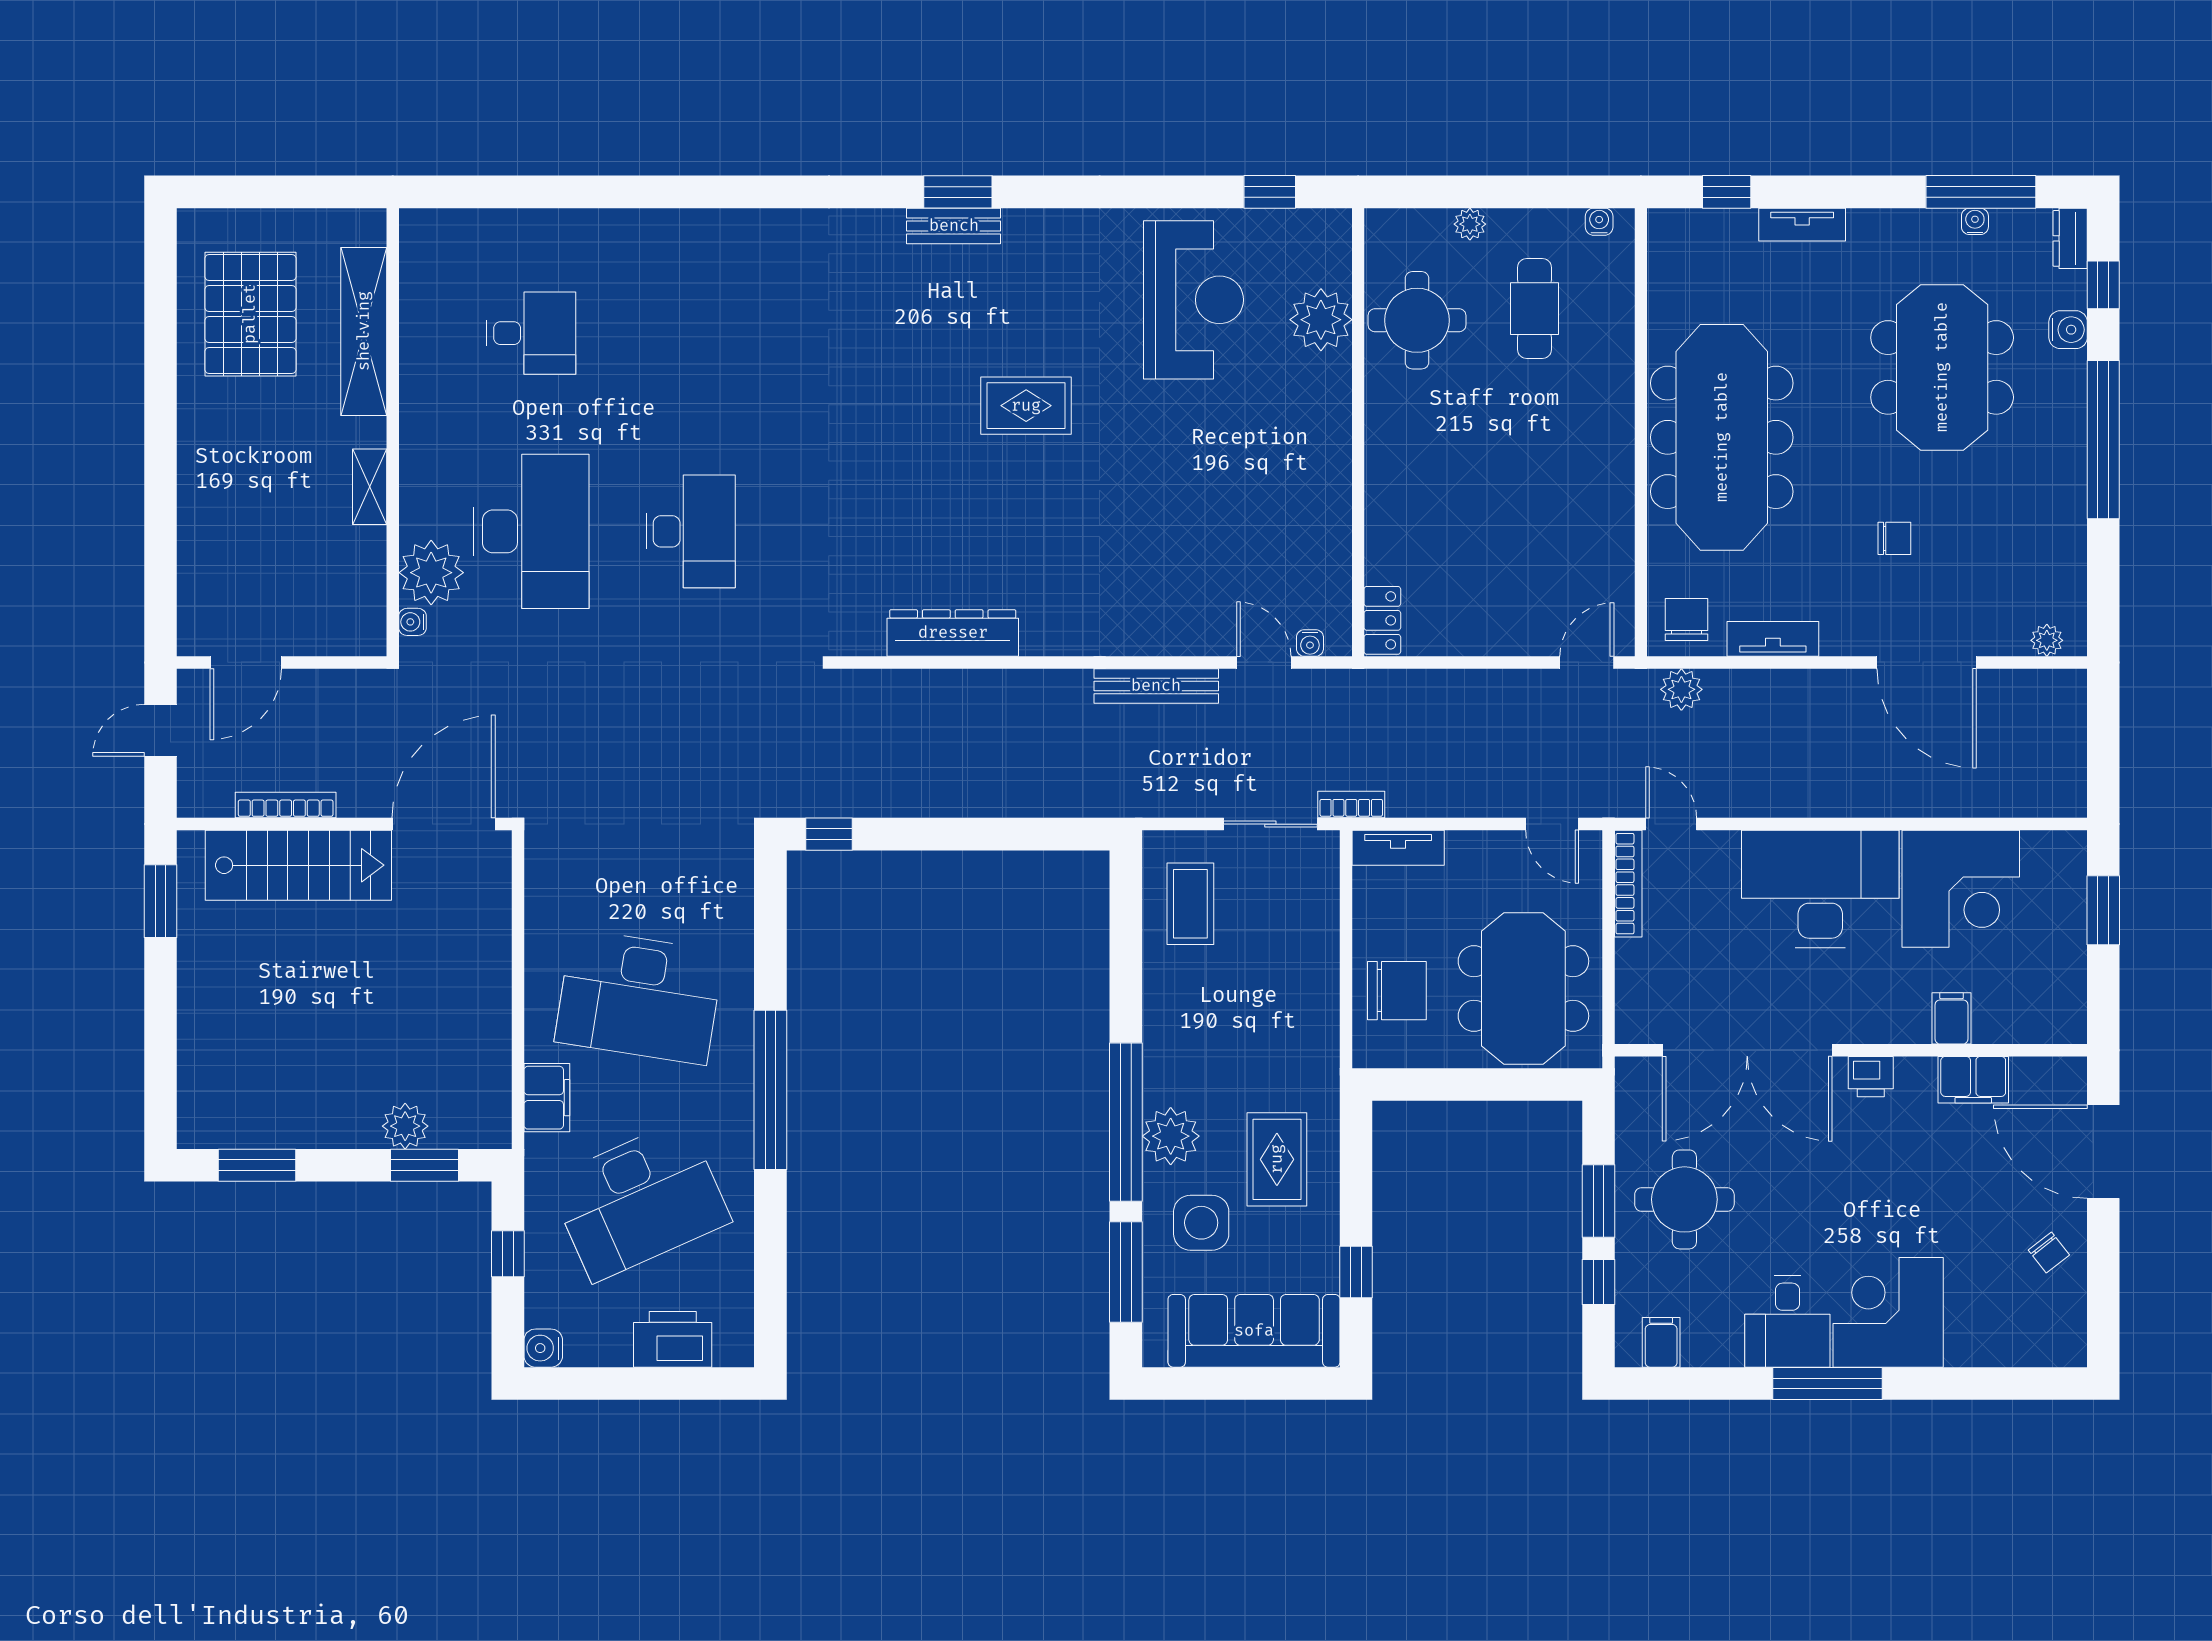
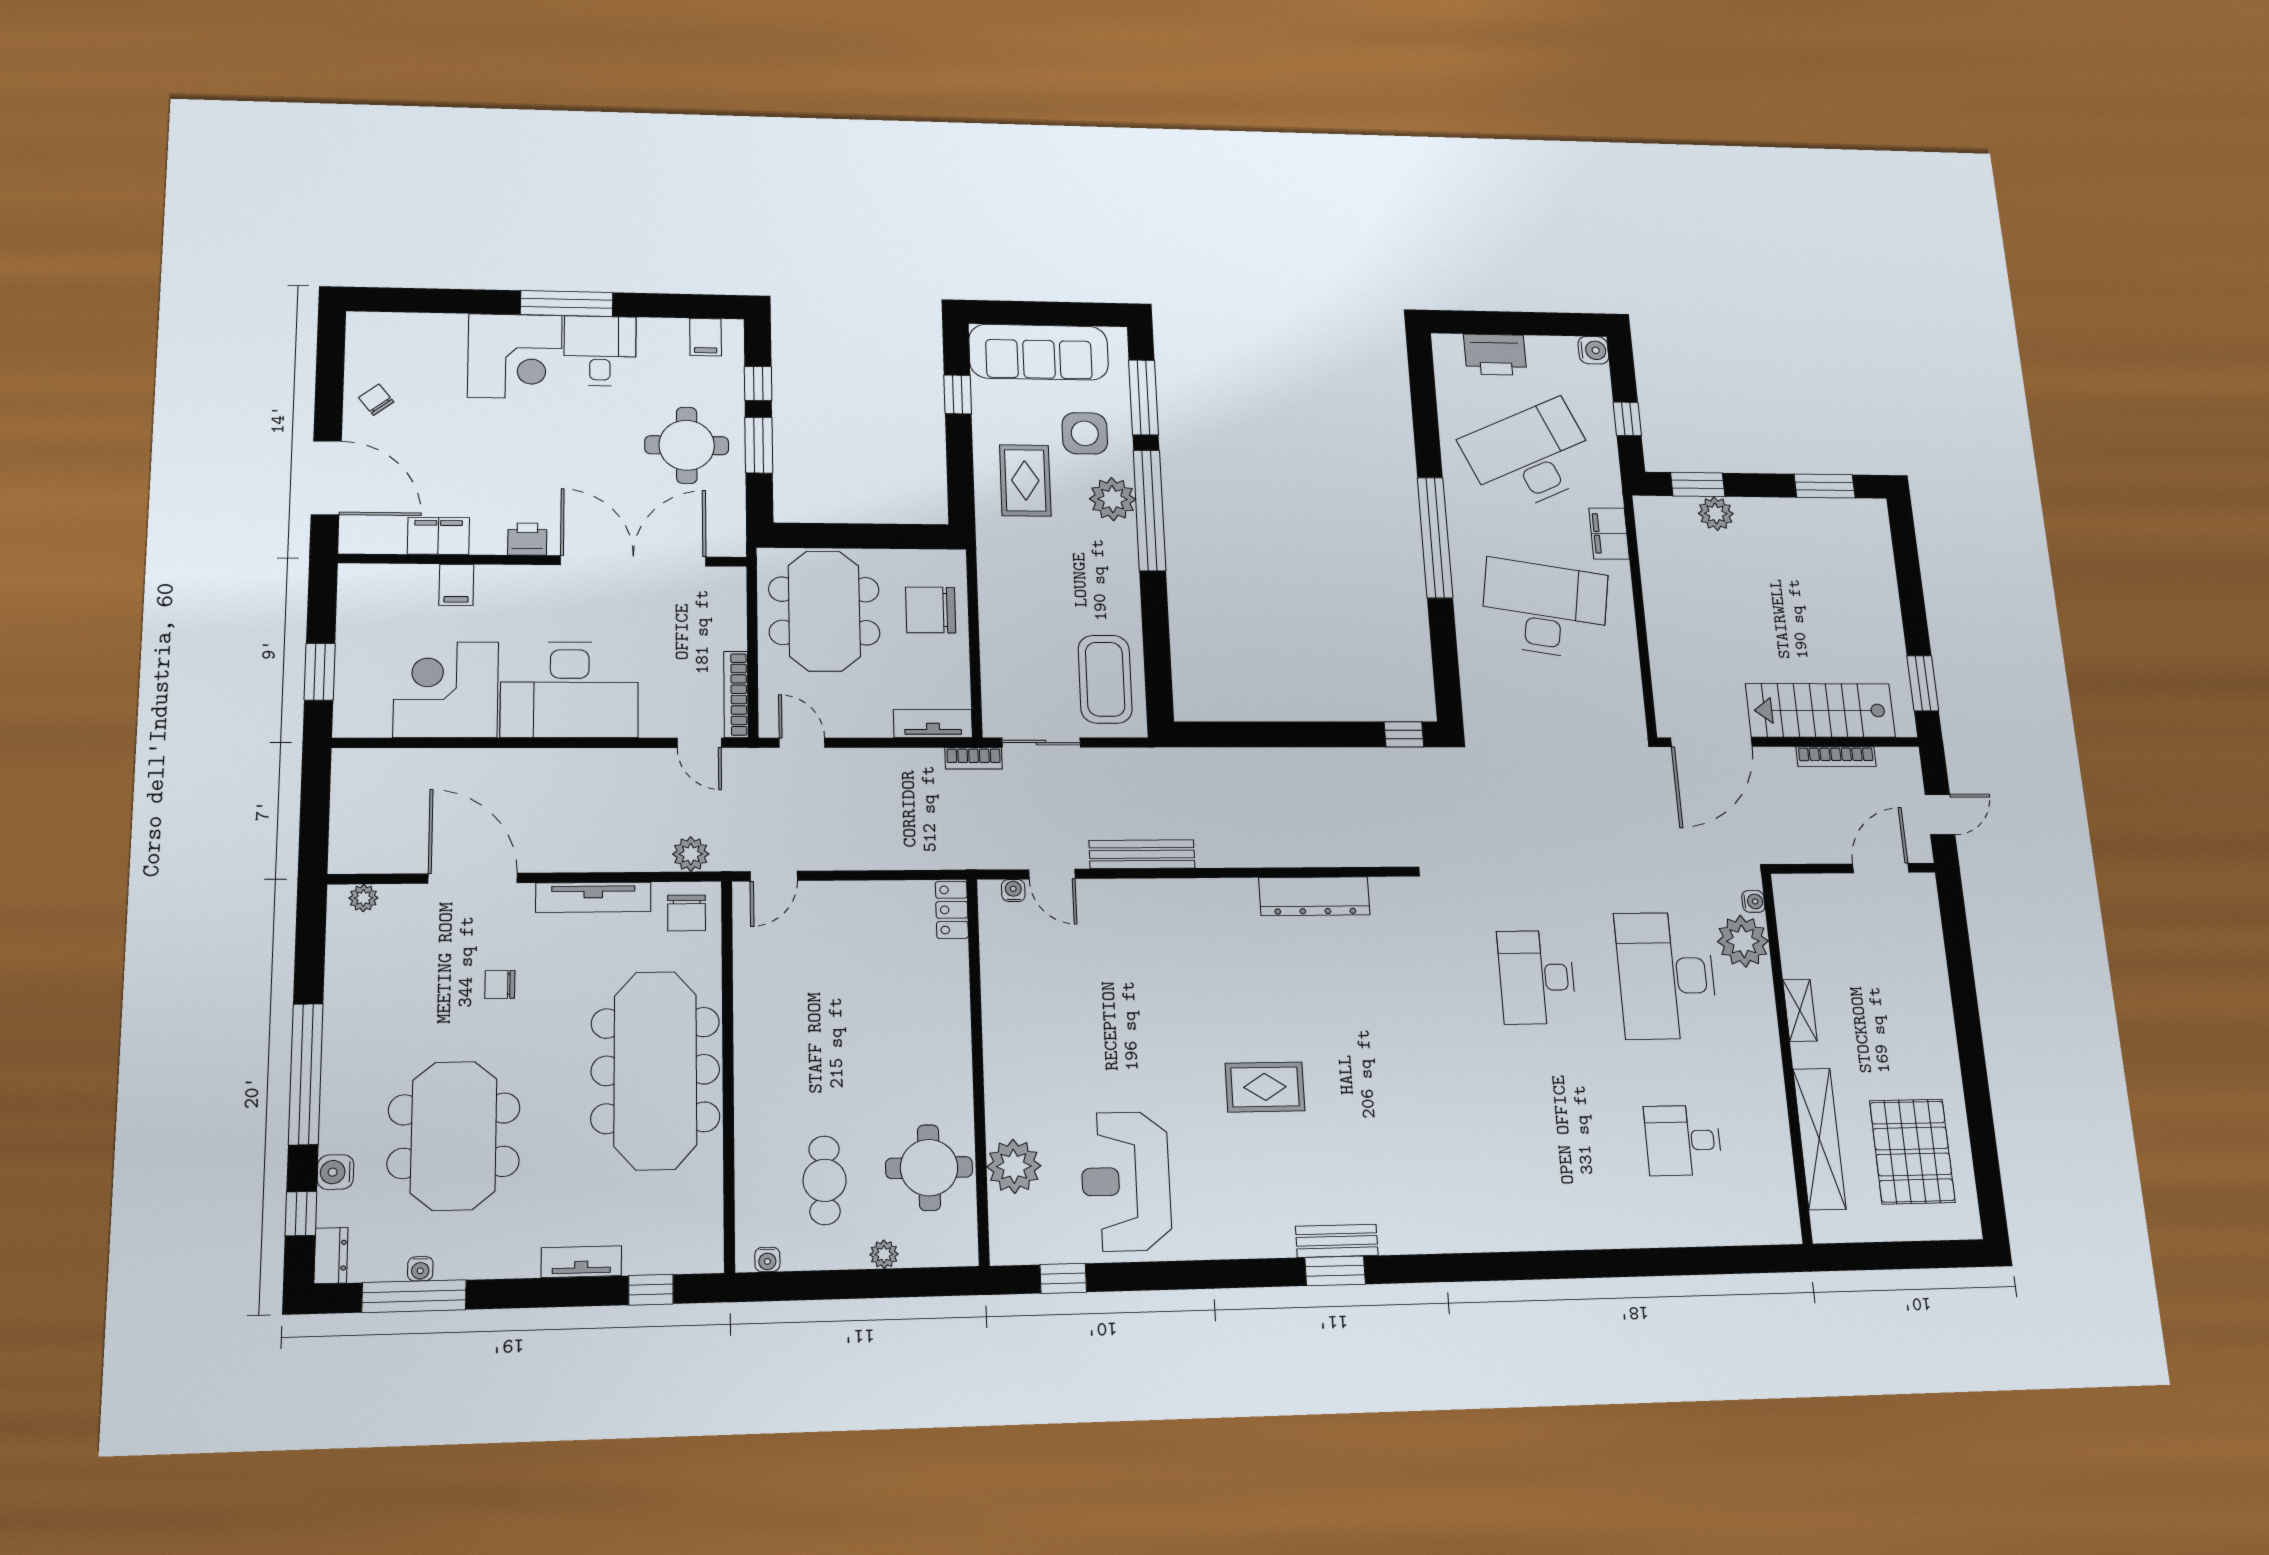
tv unit: (1773, 639) -> (593, 897), width x1.41
coffee table: (1190, 904) -> (1105, 679), width x1.36, depth x1.32

